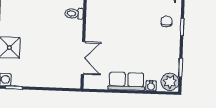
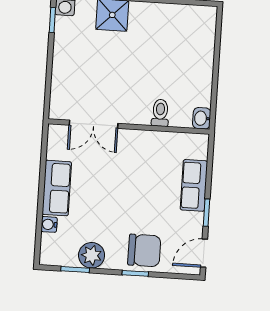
chair: (167, 21) -> (144, 250), width x1.87, depth x1.87
plant: (170, 82) -> (92, 255), moved

